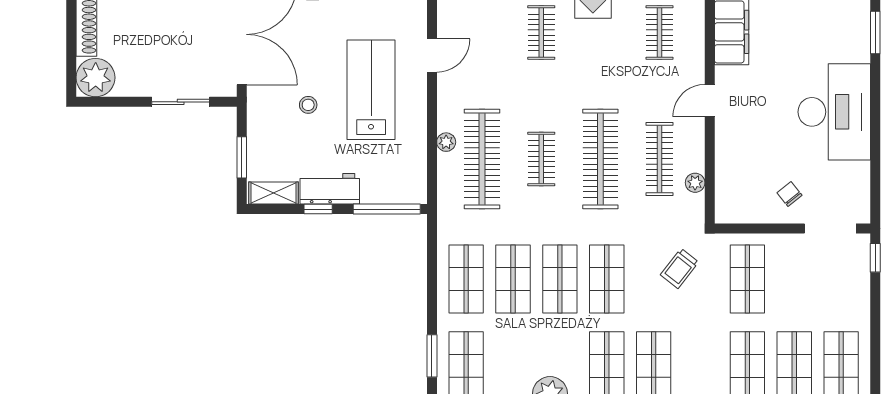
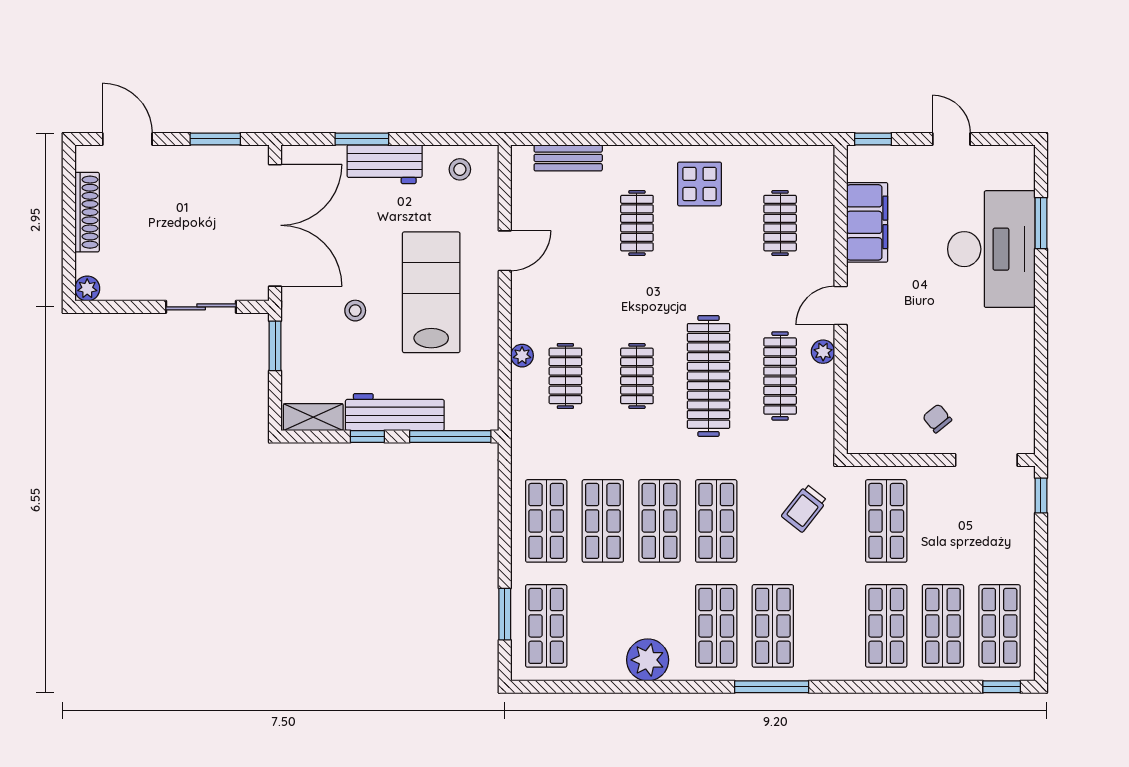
plant: (96, 78) -> (87, 289), width x0.53, depth x0.53
desk: (834, 112) -> (991, 249), moved
window: (242, 157) -> (275, 346), moved
clothes rail: (482, 159) -> (565, 376), width x0.54, depth x0.76
plant: (695, 183) -> (823, 352), moved
workbench: (330, 189) -> (395, 412), width x1.38

